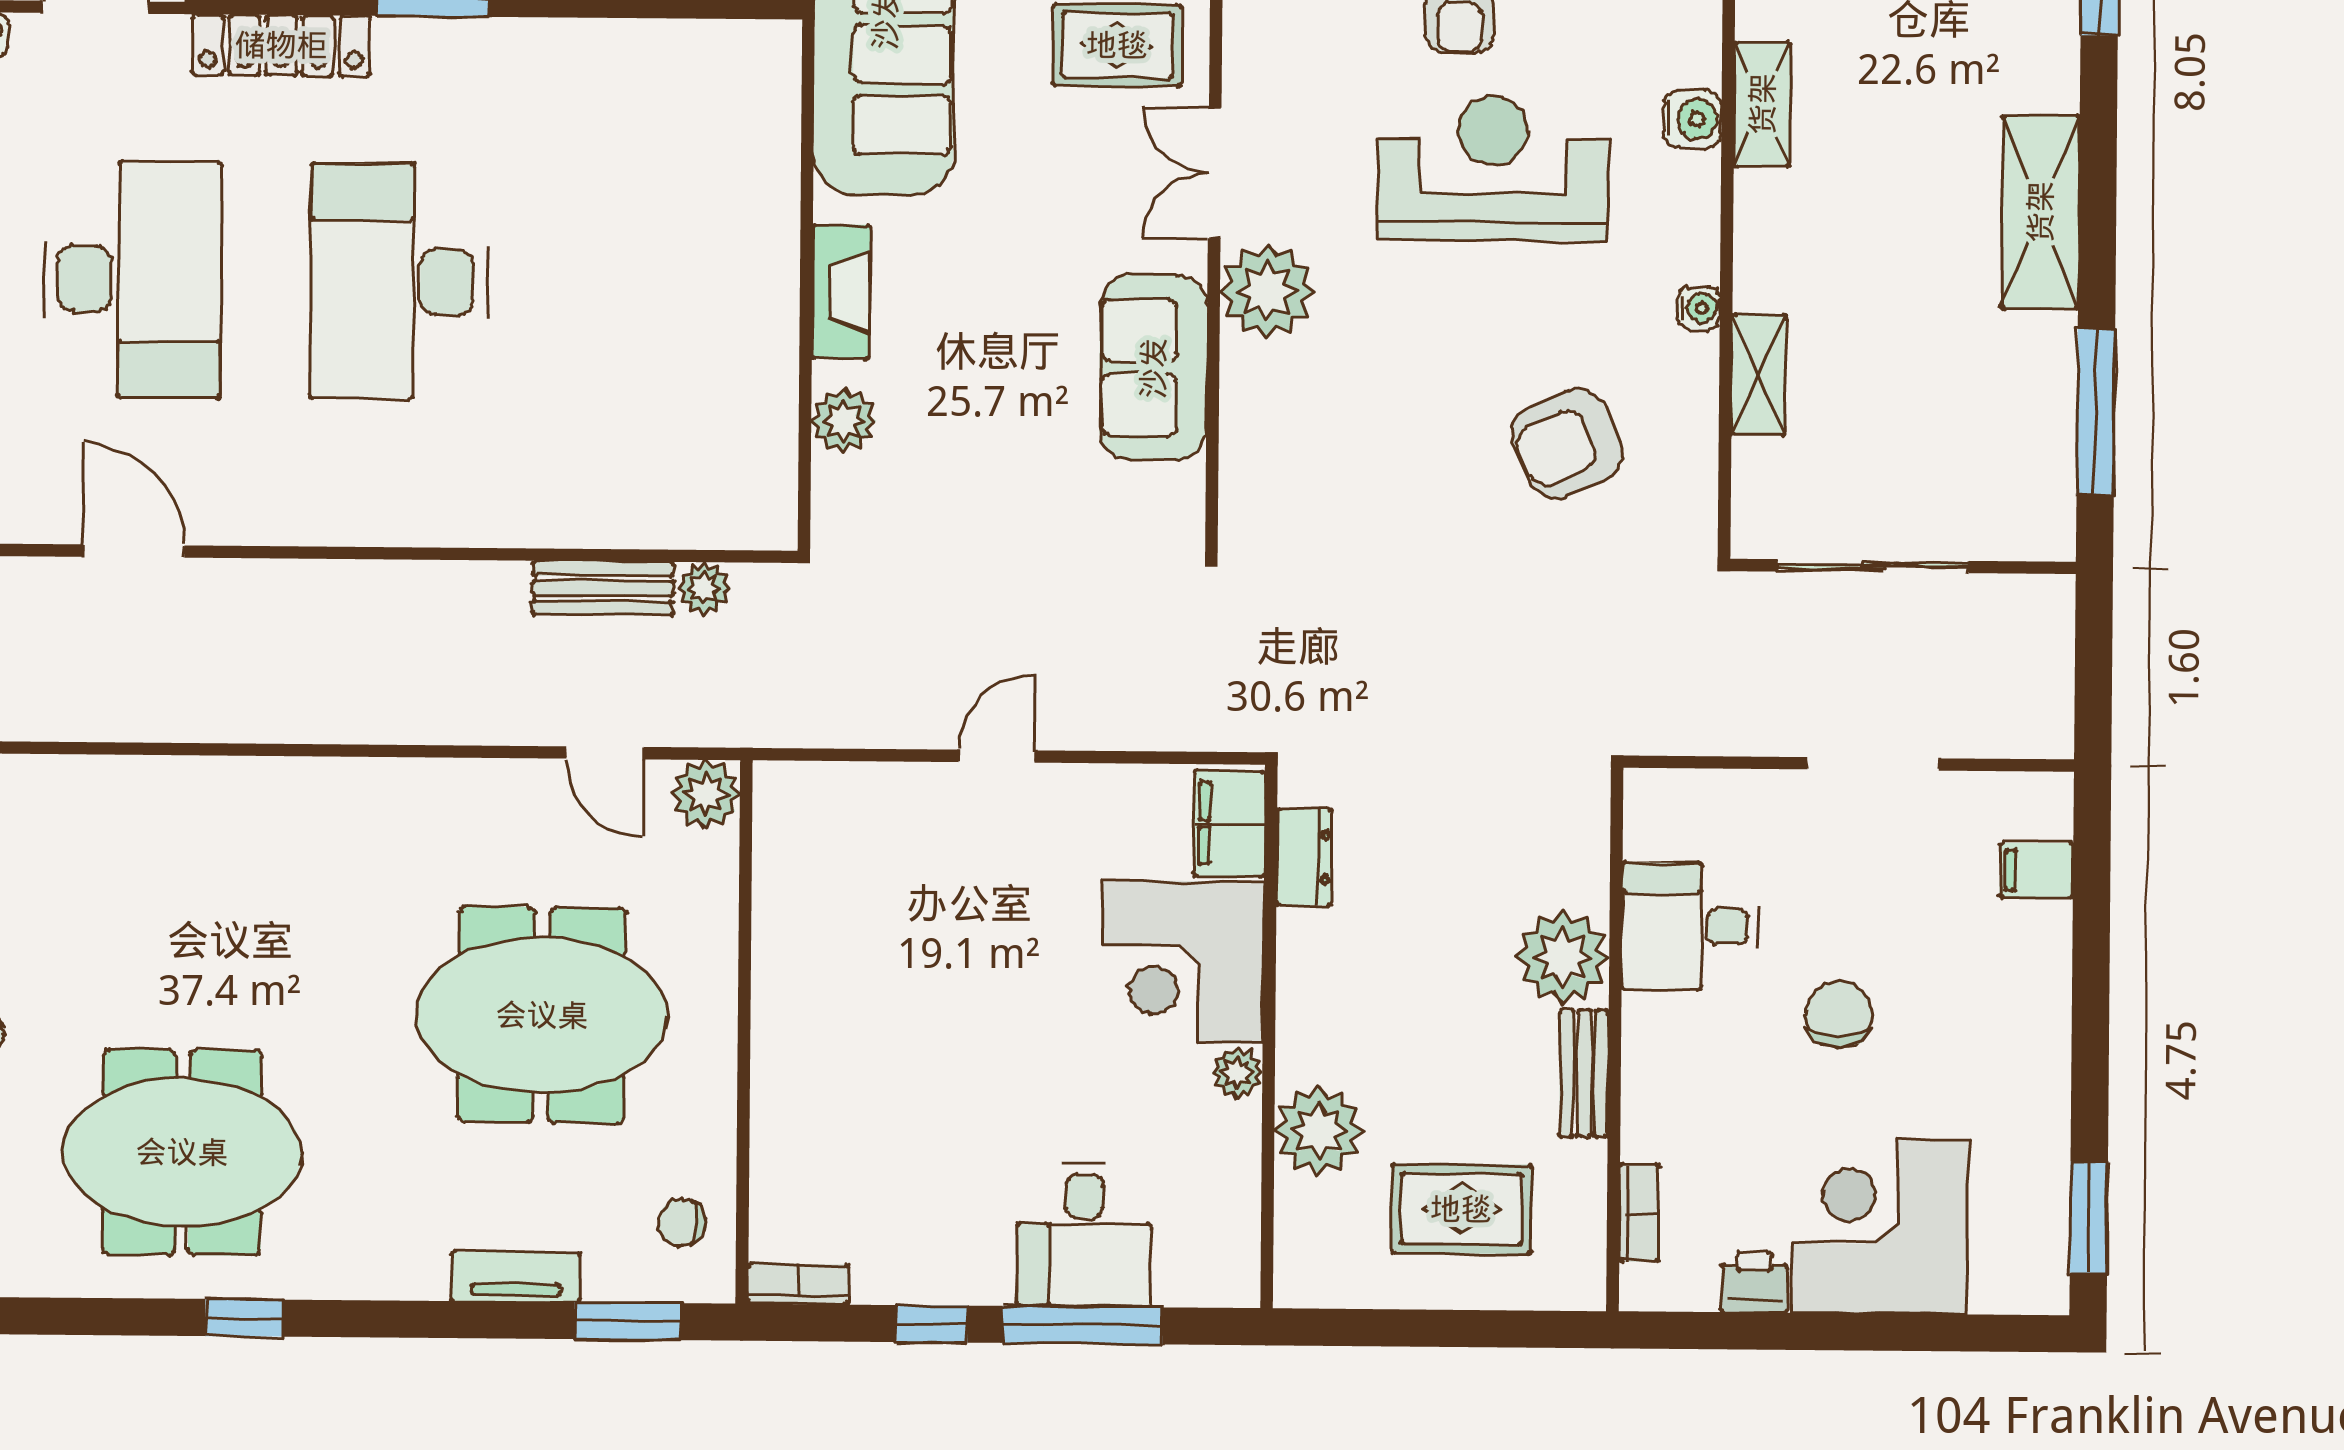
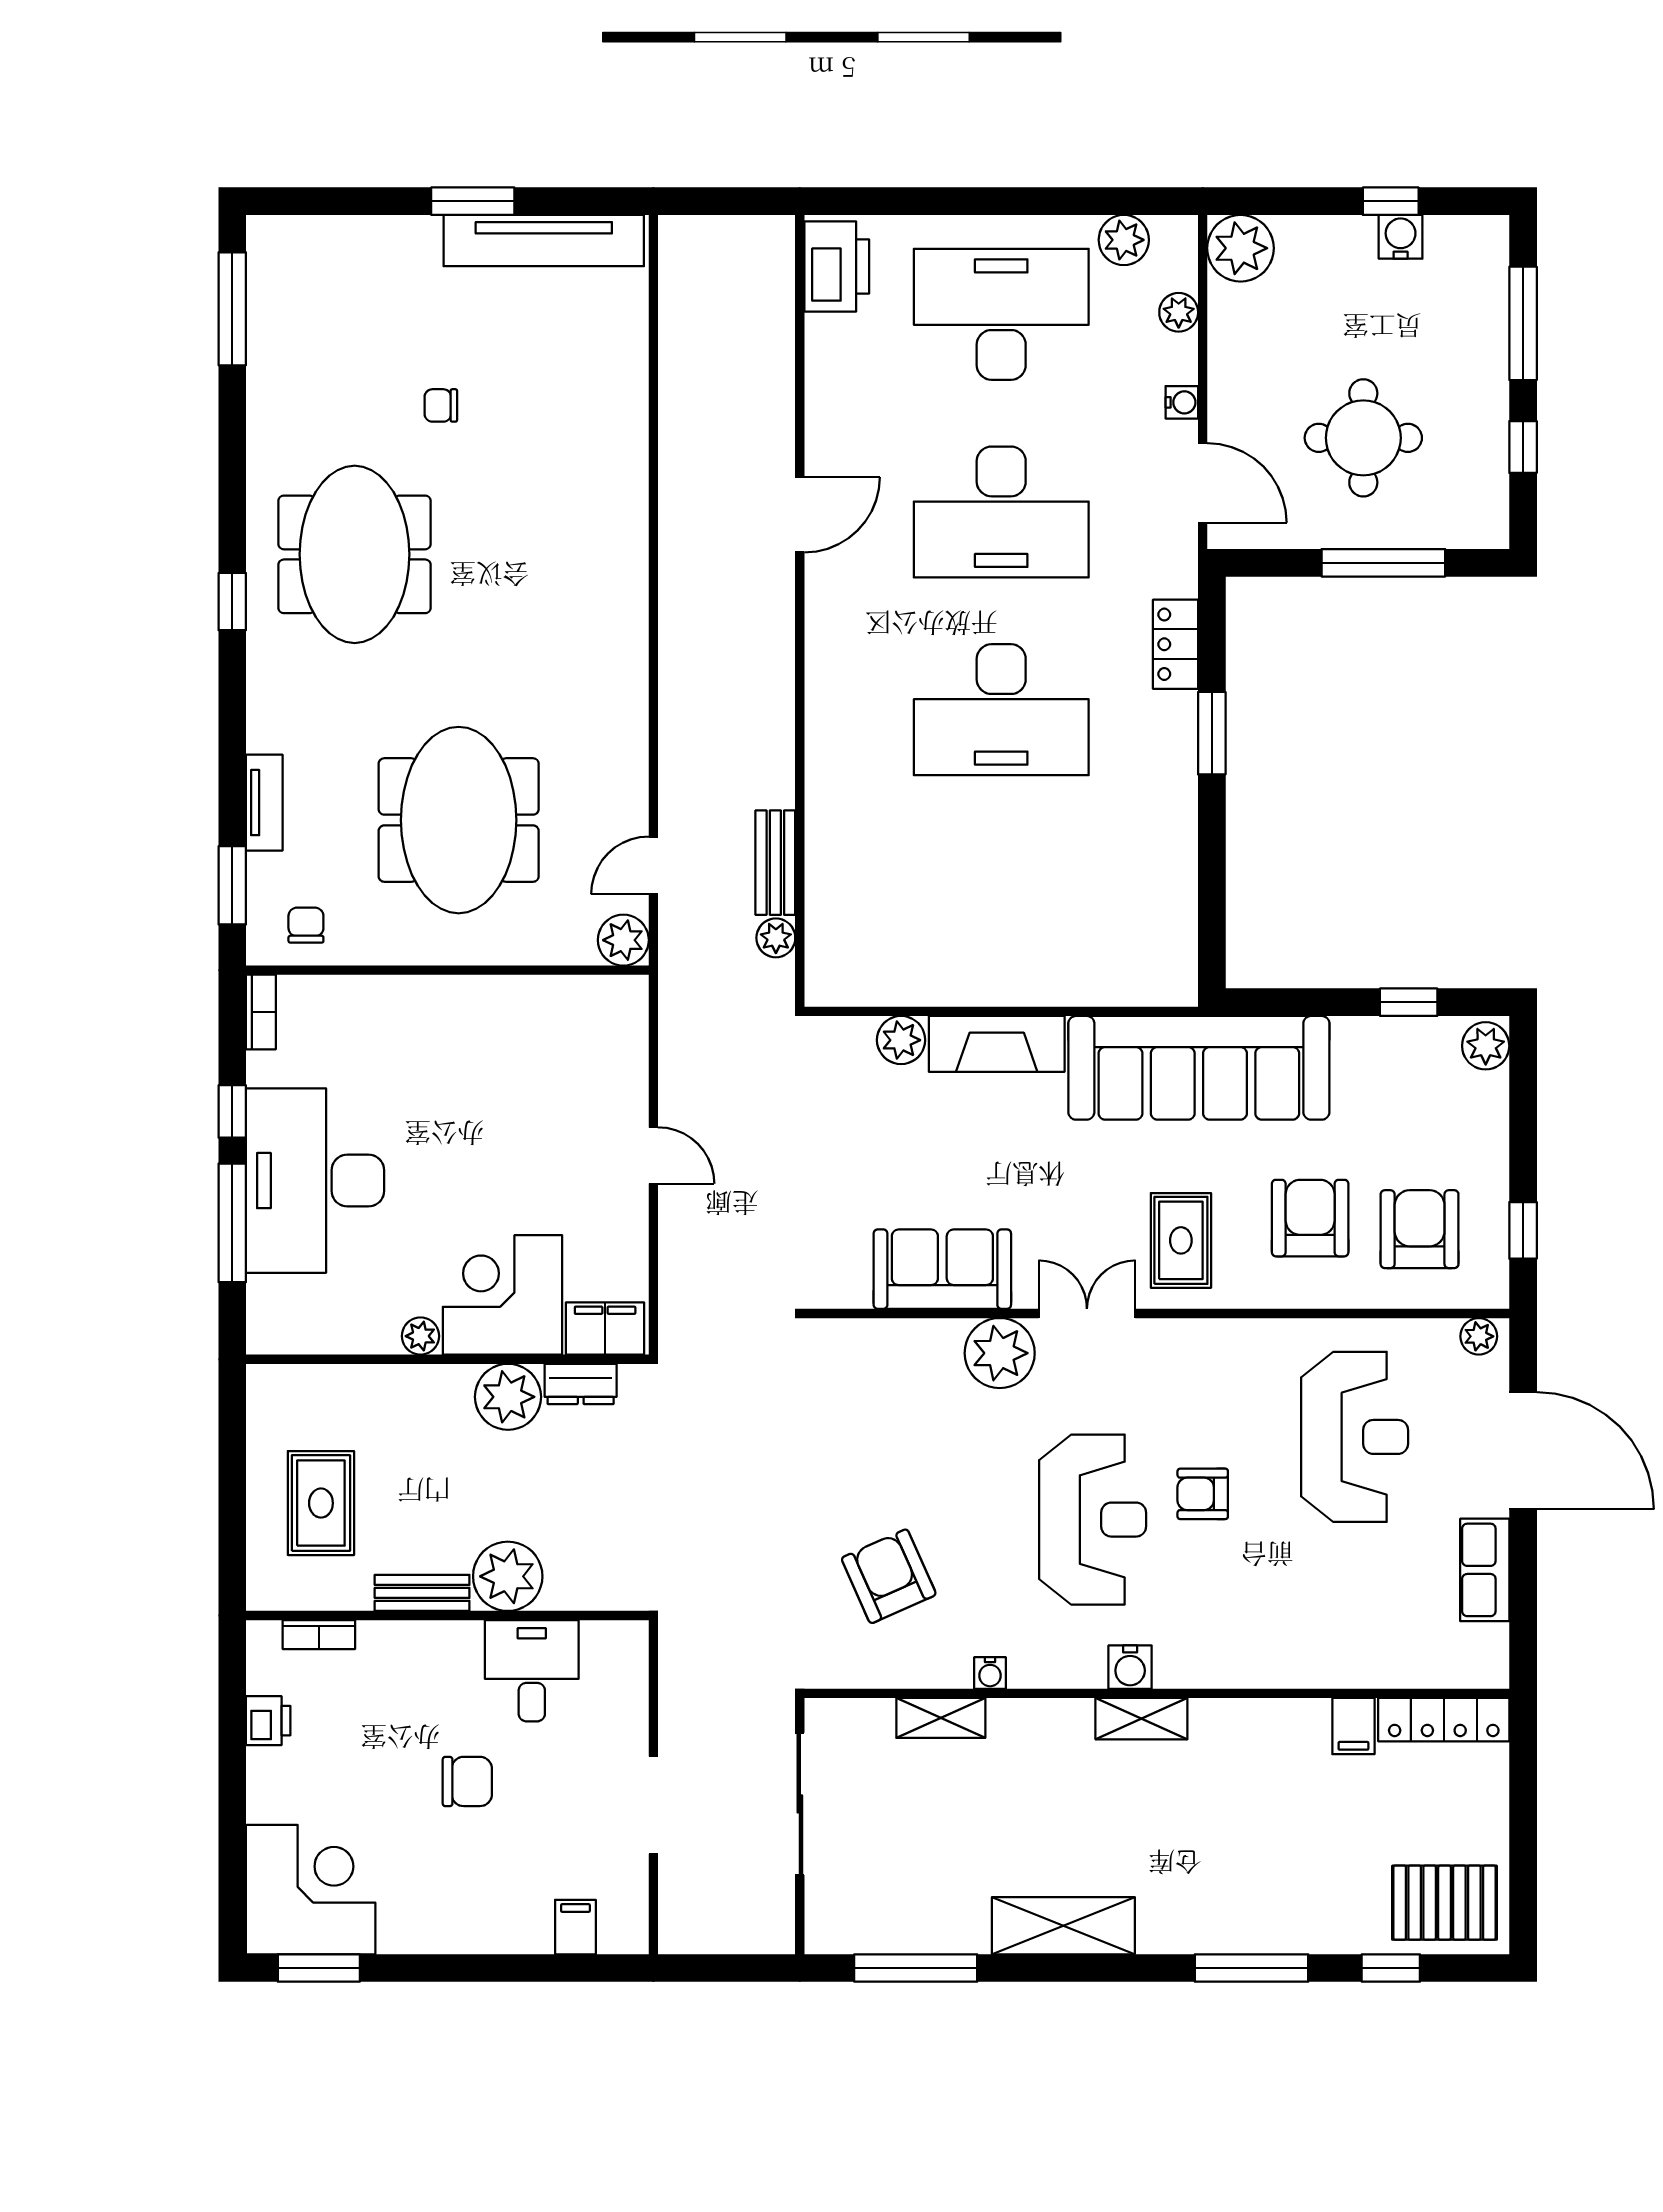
locker: (281, 45) -> (1176, 644), width x0.66
desk: (399, 282) -> (1001, 710), turned 180
fireplace: (841, 292) -> (997, 1044), width x1.37, depth x1.32
plant: (1319, 1131) -> (508, 1397), moved
corner desk: (1880, 1226) -> (311, 1890), moved
desk: (1084, 1235) -> (315, 1181), width x1.87, depth x1.30

